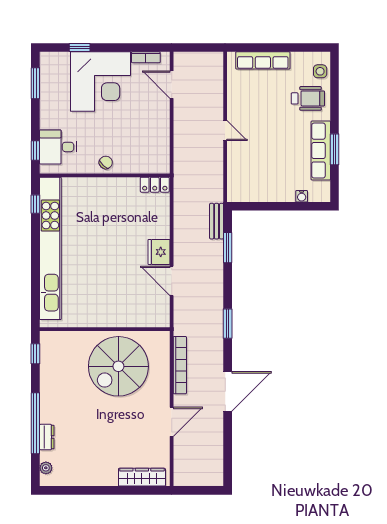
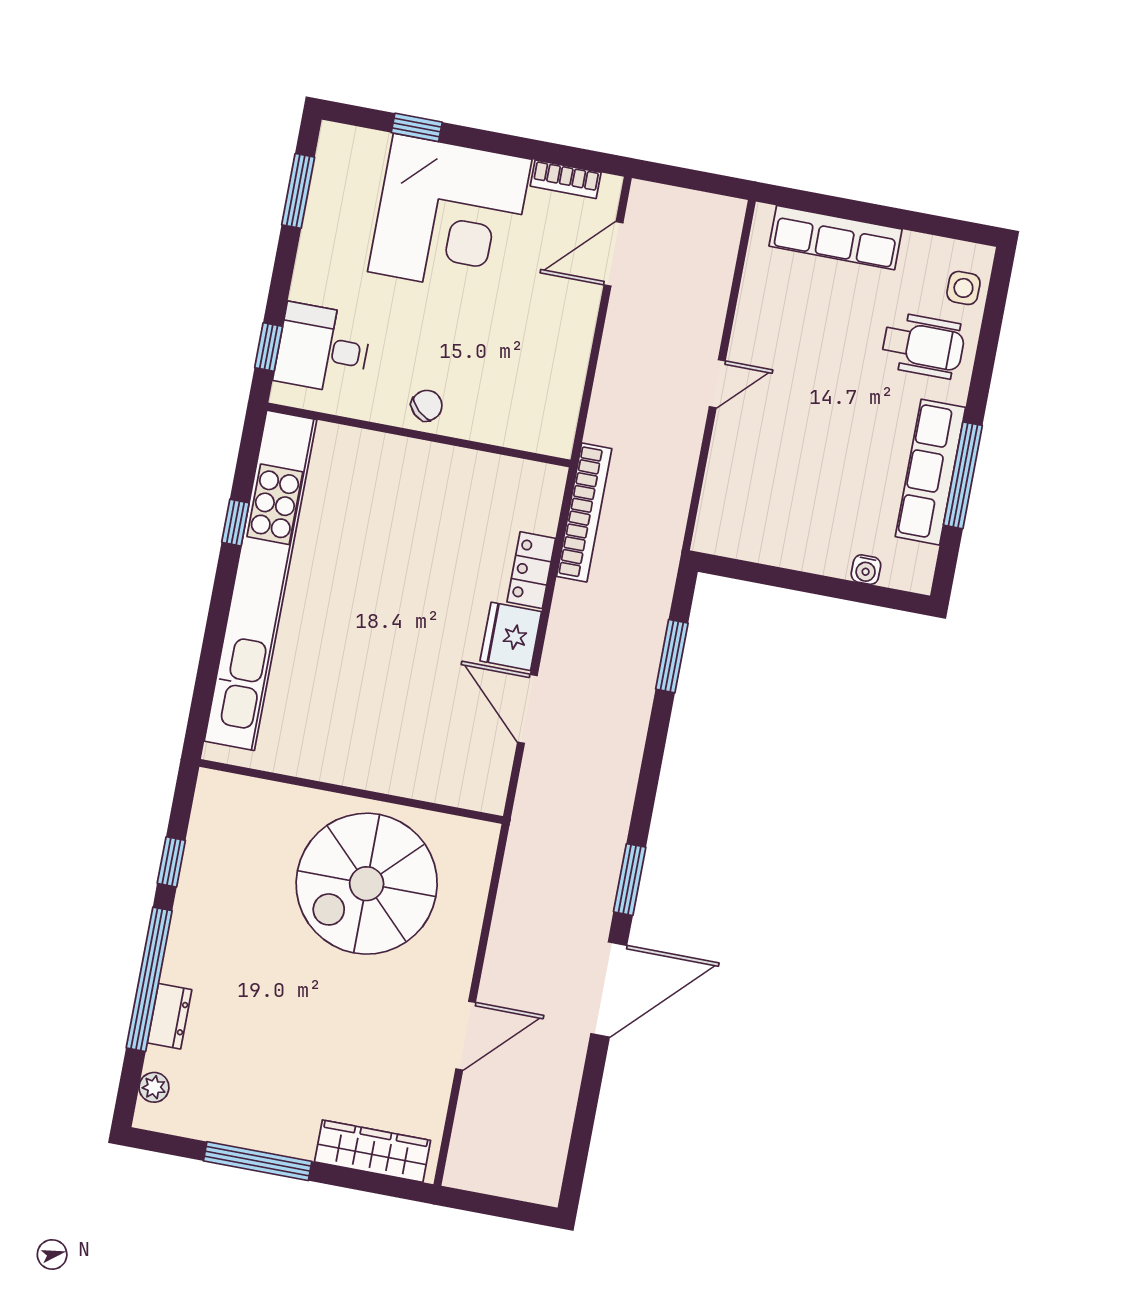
door: (172, 85) -> (613, 254), hinge flipped
door: (225, 131) -> (717, 384), hinge flipped
window: (335, 149) -> (963, 475), width x1.44
locker: (155, 185) -> (531, 570), moved, turned 90
window: (35, 204) -> (235, 523), moved
bench: (217, 221) -> (658, 590), removed
window: (228, 324) -> (630, 880), moved
window: (35, 354) -> (171, 862), moved
bookcase: (180, 365) -> (584, 512), moved
window: (95, 490) -> (258, 1161), added

